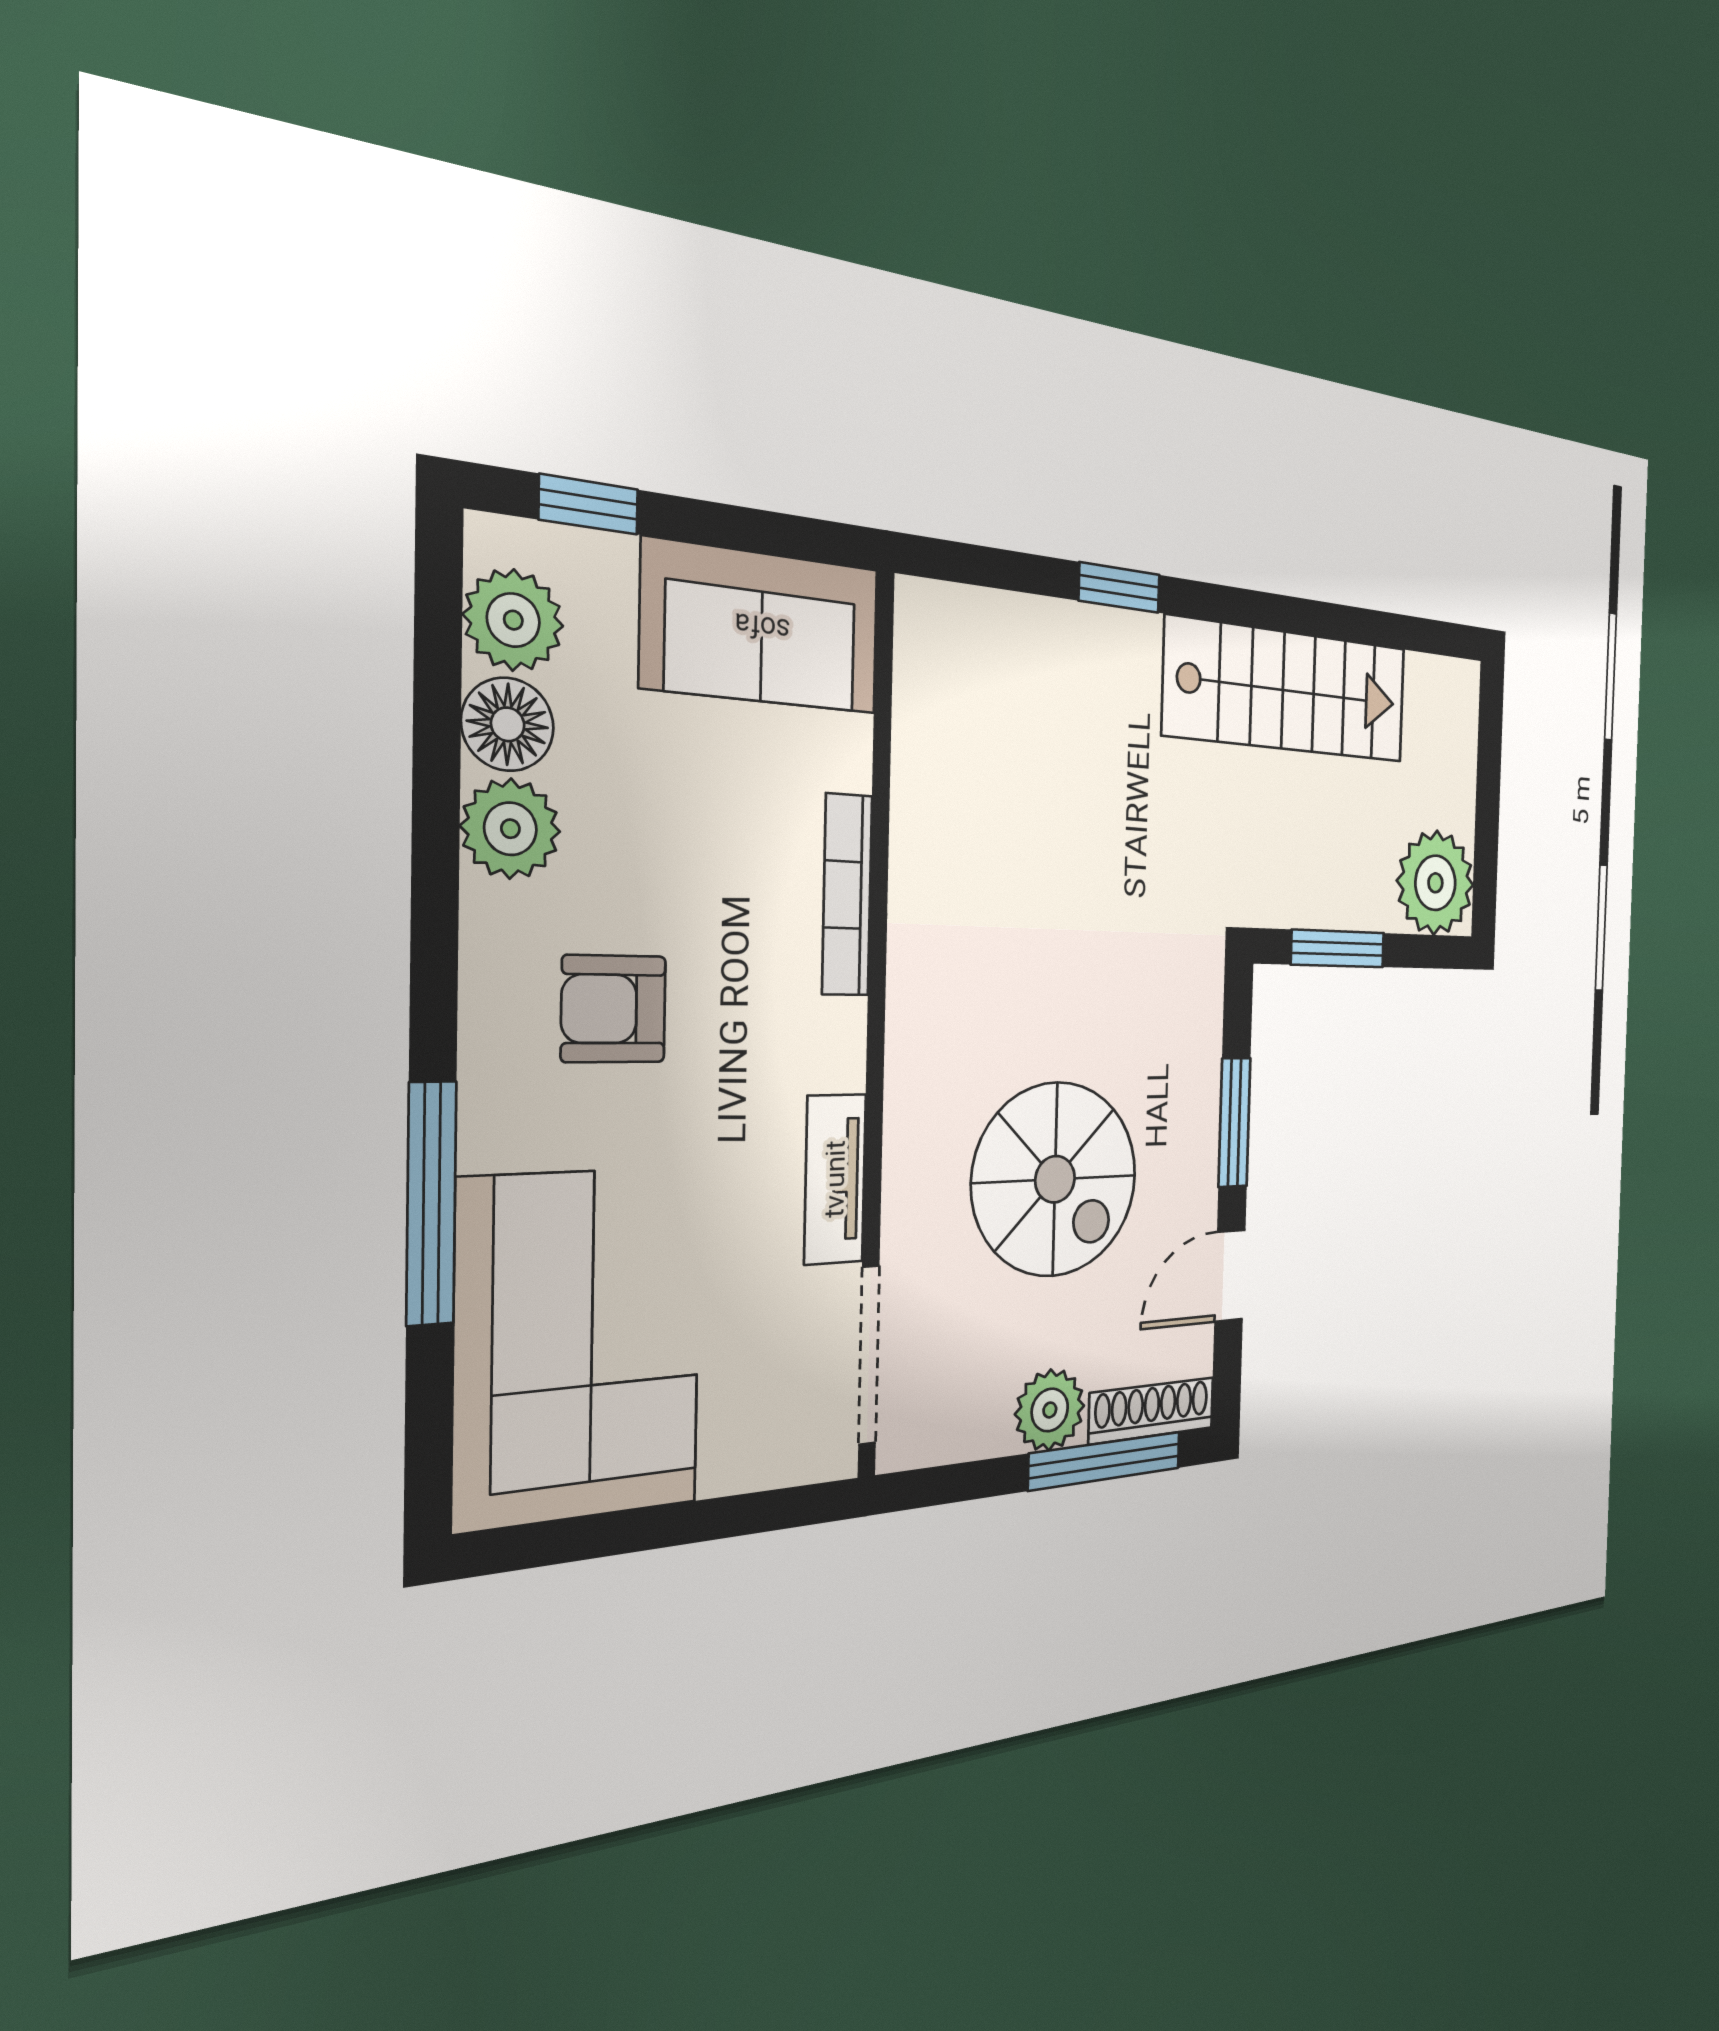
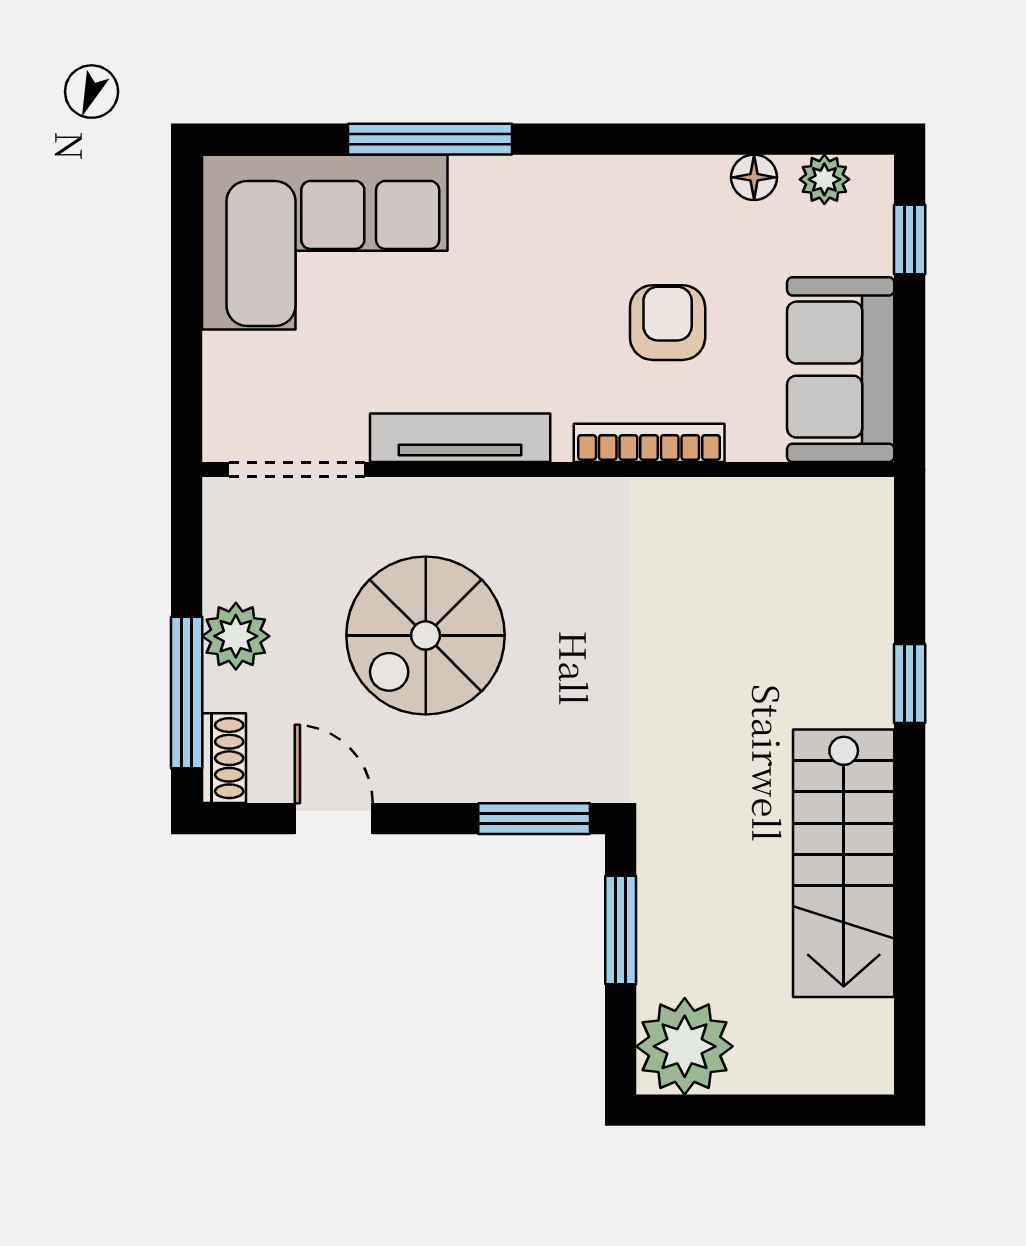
plant: (513, 620) -> (824, 179), width x0.73, depth x0.73
floor lamp: (508, 724) -> (754, 177), width x0.73, depth x0.73
plant: (510, 829) -> (684, 189), removed
armchair: (614, 1009) -> (668, 323), moved
window: (1234, 1122) -> (534, 819), moved
tv unit: (835, 1179) -> (460, 438), width x1.41
shoe rack: (1152, 1411) -> (224, 758), width x0.70

